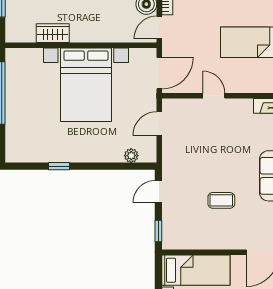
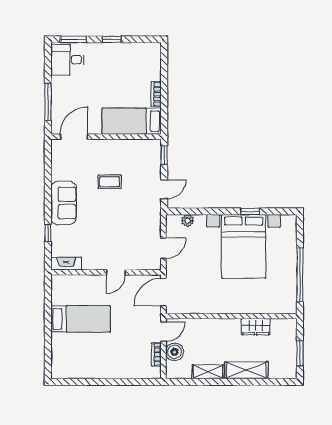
bed with nightstands: (86, 85) -> (244, 246), moved, turned 180
door: (214, 96) -> (116, 272), hinge flipped

